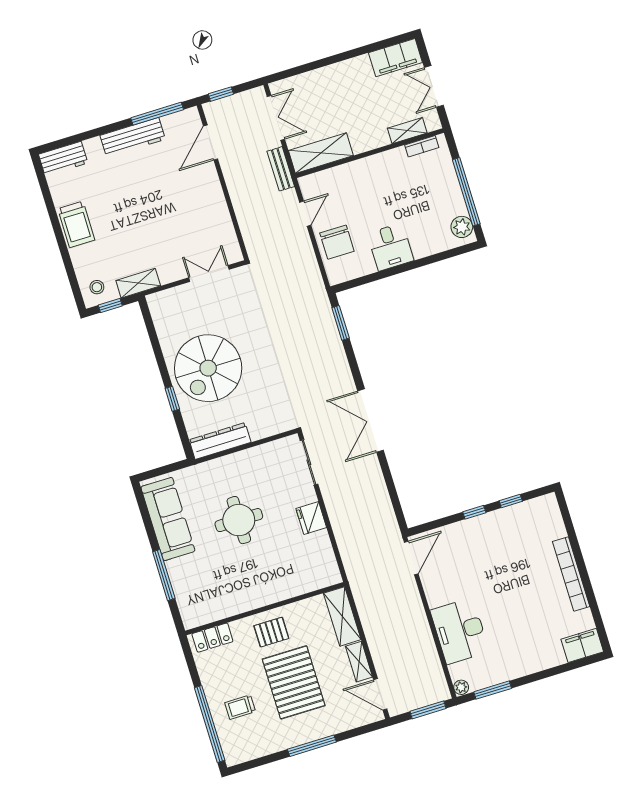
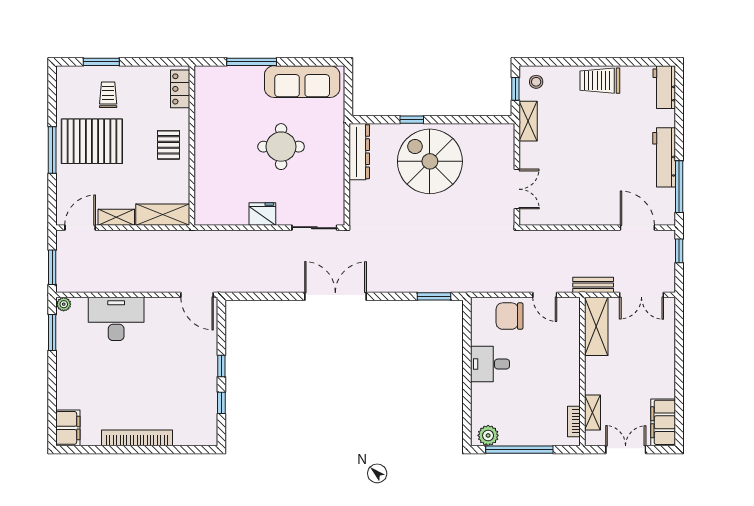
pallet: (294, 682) -> (92, 141), moved
window: (210, 724) -> (101, 62), width x0.47

